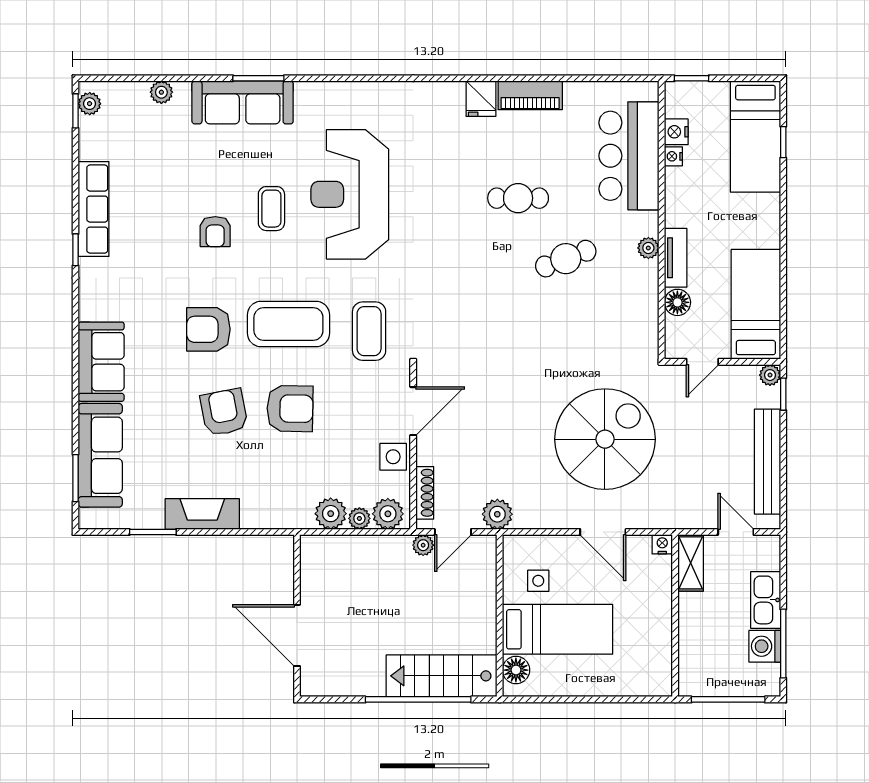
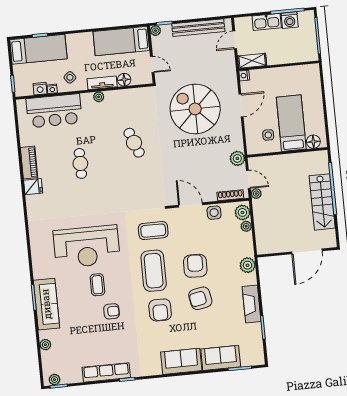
side table: (693, 194) -> (70, 77), added
coffee table: (271, 209) -> (97, 285), turned 90
cafe table: (566, 259) -> (134, 143), moved
sofa: (100, 455) -> (221, 358), width x0.73
plant: (331, 514) -> (248, 265), moved
stairs: (442, 676) -> (322, 202), moved

